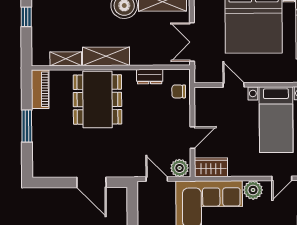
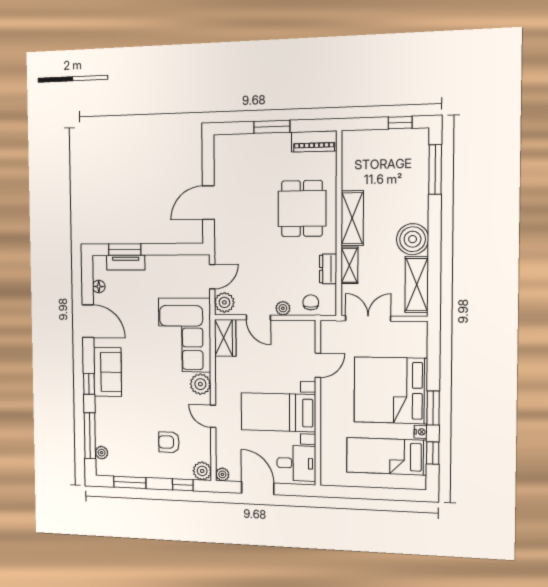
shelving: (66, 59) -> (349, 265), moved
dining table: (97, 100) -> (302, 209), width x0.73
plant: (184, 116) -> (283, 308), added

